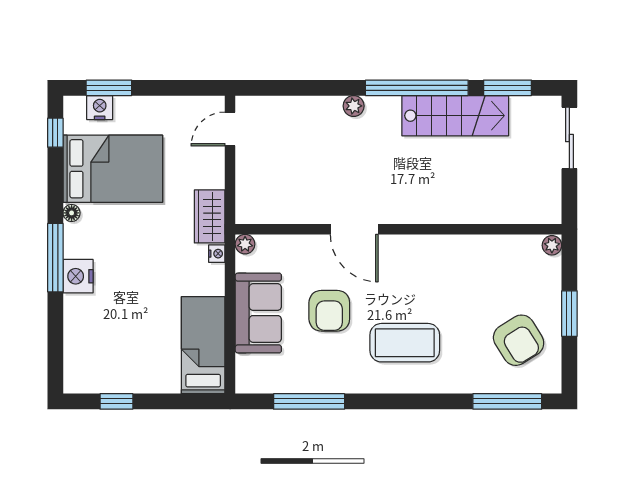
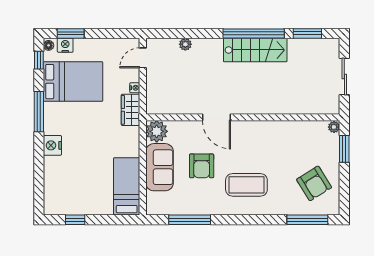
plant: (354, 106) -> (185, 44), moved
stairs: (455, 116) -> (255, 50), moved
sliding door: (569, 138) -> (344, 77), moved
floor lamp: (72, 213) -> (49, 45), moved
plant: (245, 244) -> (157, 131), width x1.88, depth x1.88
nightstand: (217, 254) -> (135, 88), moved
window: (55, 258) -> (39, 112), moved
window: (569, 314) -> (344, 149), moved

